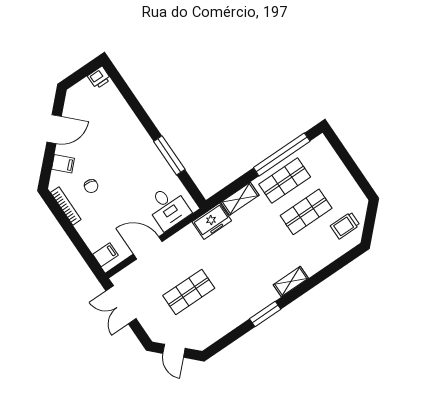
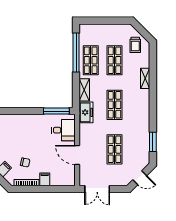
window: (169, 155) -> (56, 111), moved
door: (148, 248) -> (77, 155), hinge flipped
shop shelf: (247, 252) -> (114, 105), added
filing cabinet: (105, 255) -> (45, 179), moved
shelving: (291, 281) -> (145, 78), moved
window: (265, 314) -> (153, 142), moved

